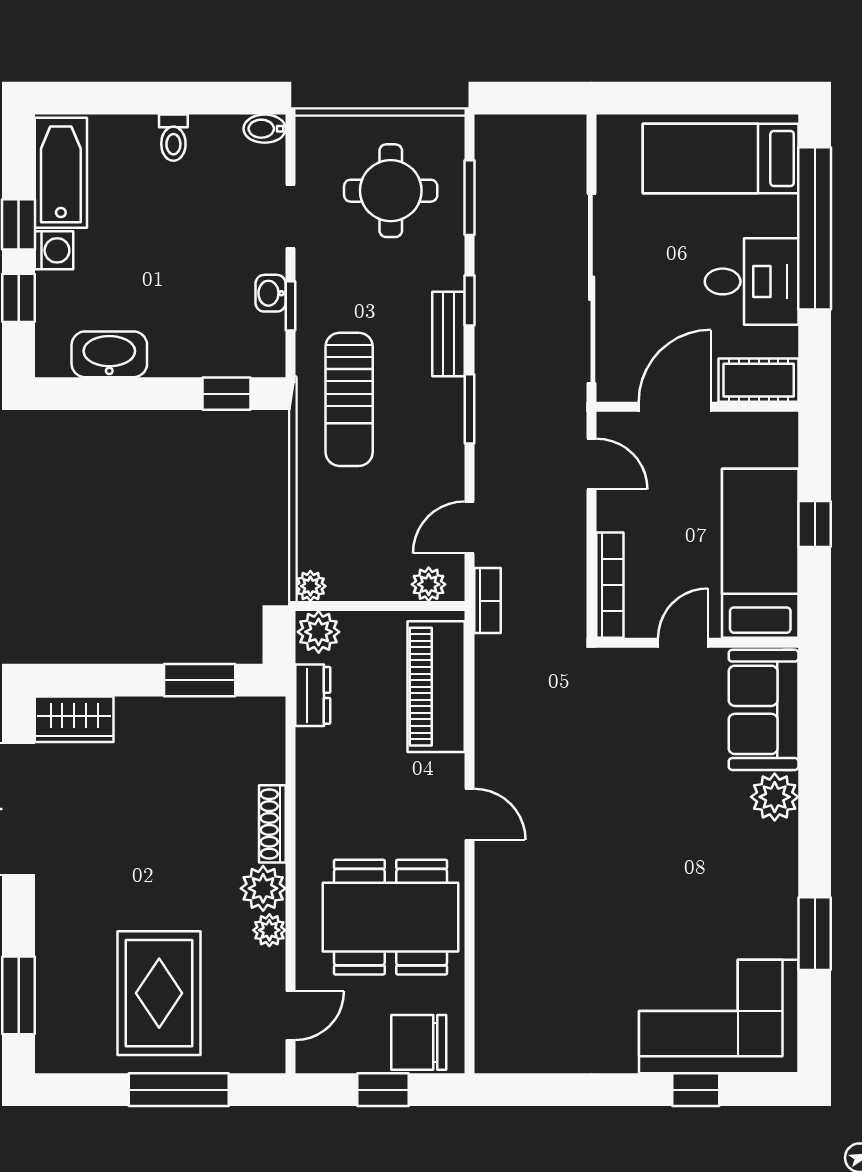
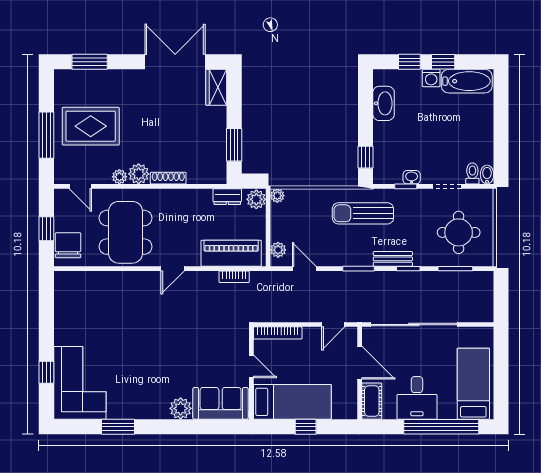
toilet: (173, 138) -> (472, 174), moved, turned 90
bookcase: (487, 601) -> (234, 277), moved

